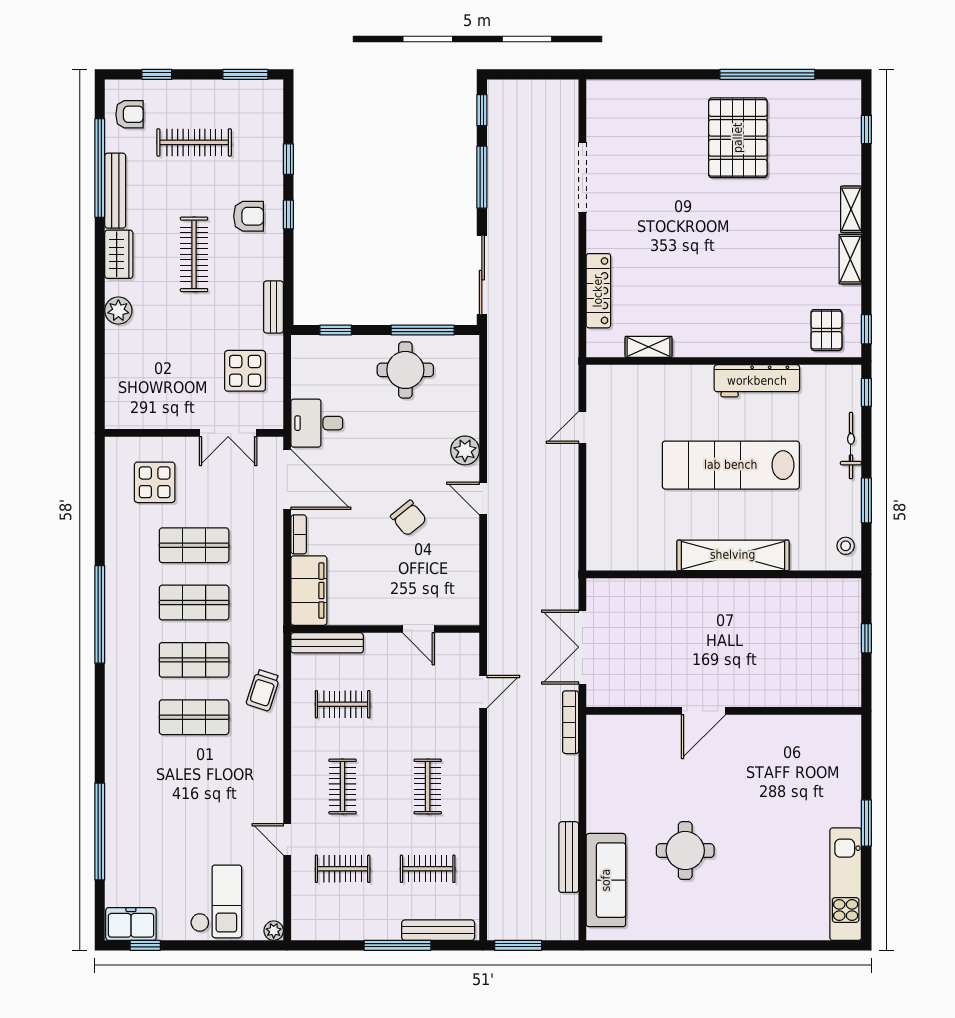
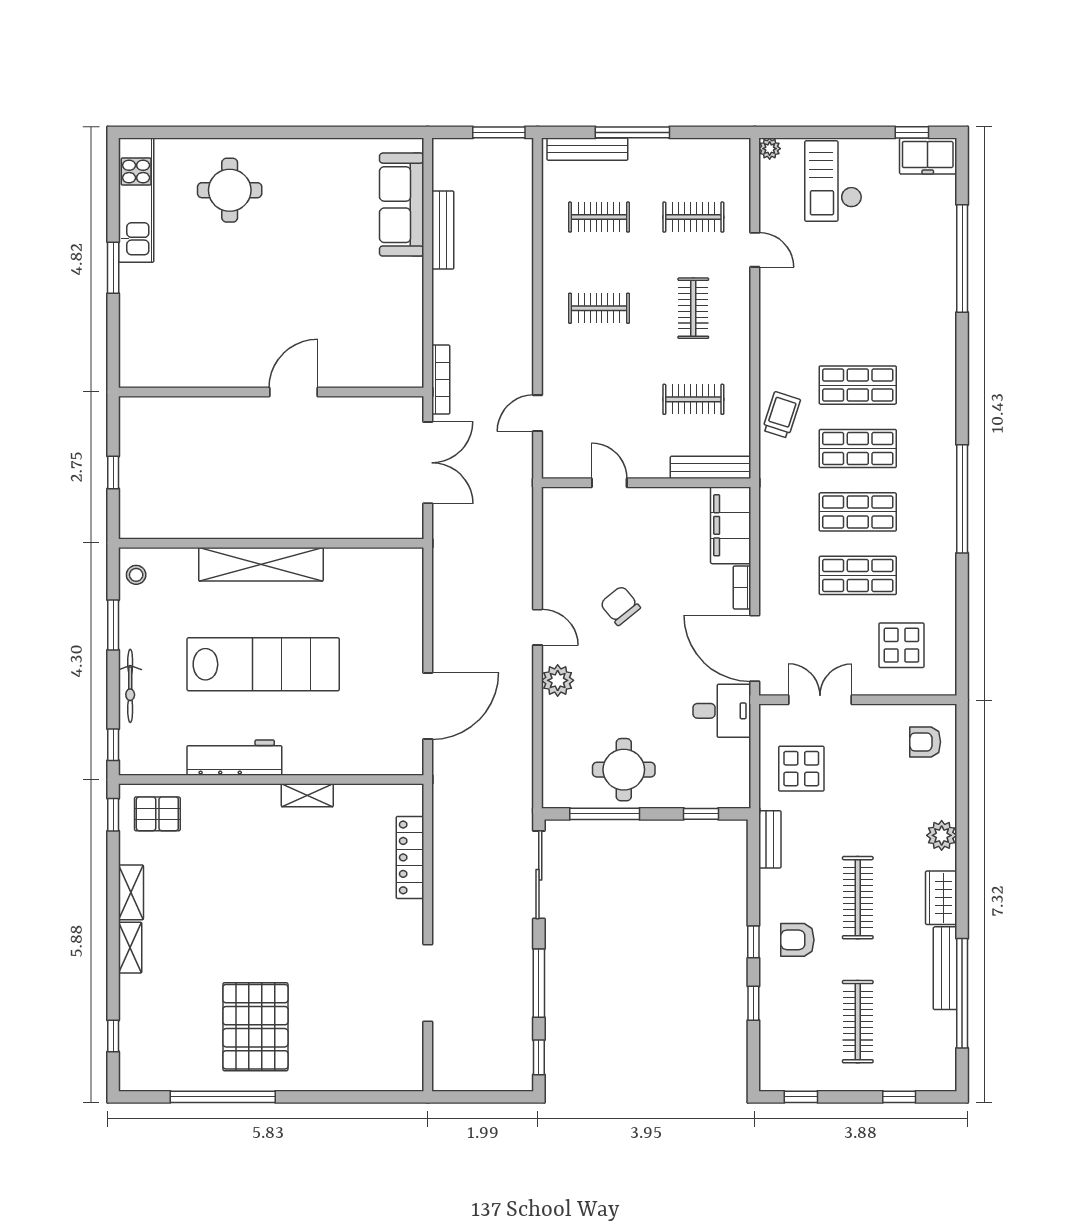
window: (245, 74) -> (801, 1097), width x0.67
armchair: (130, 114) -> (925, 742), moved
clothes rail: (194, 142) -> (858, 1022), turned 90
pallet: (826, 330) -> (157, 814), turned 90
shelving: (649, 347) -> (307, 795), moved
door: (582, 427) -> (428, 706), width x1.87
clothes rail: (428, 787) -> (599, 308), turned 90
round table: (685, 851) -> (230, 190), moved

